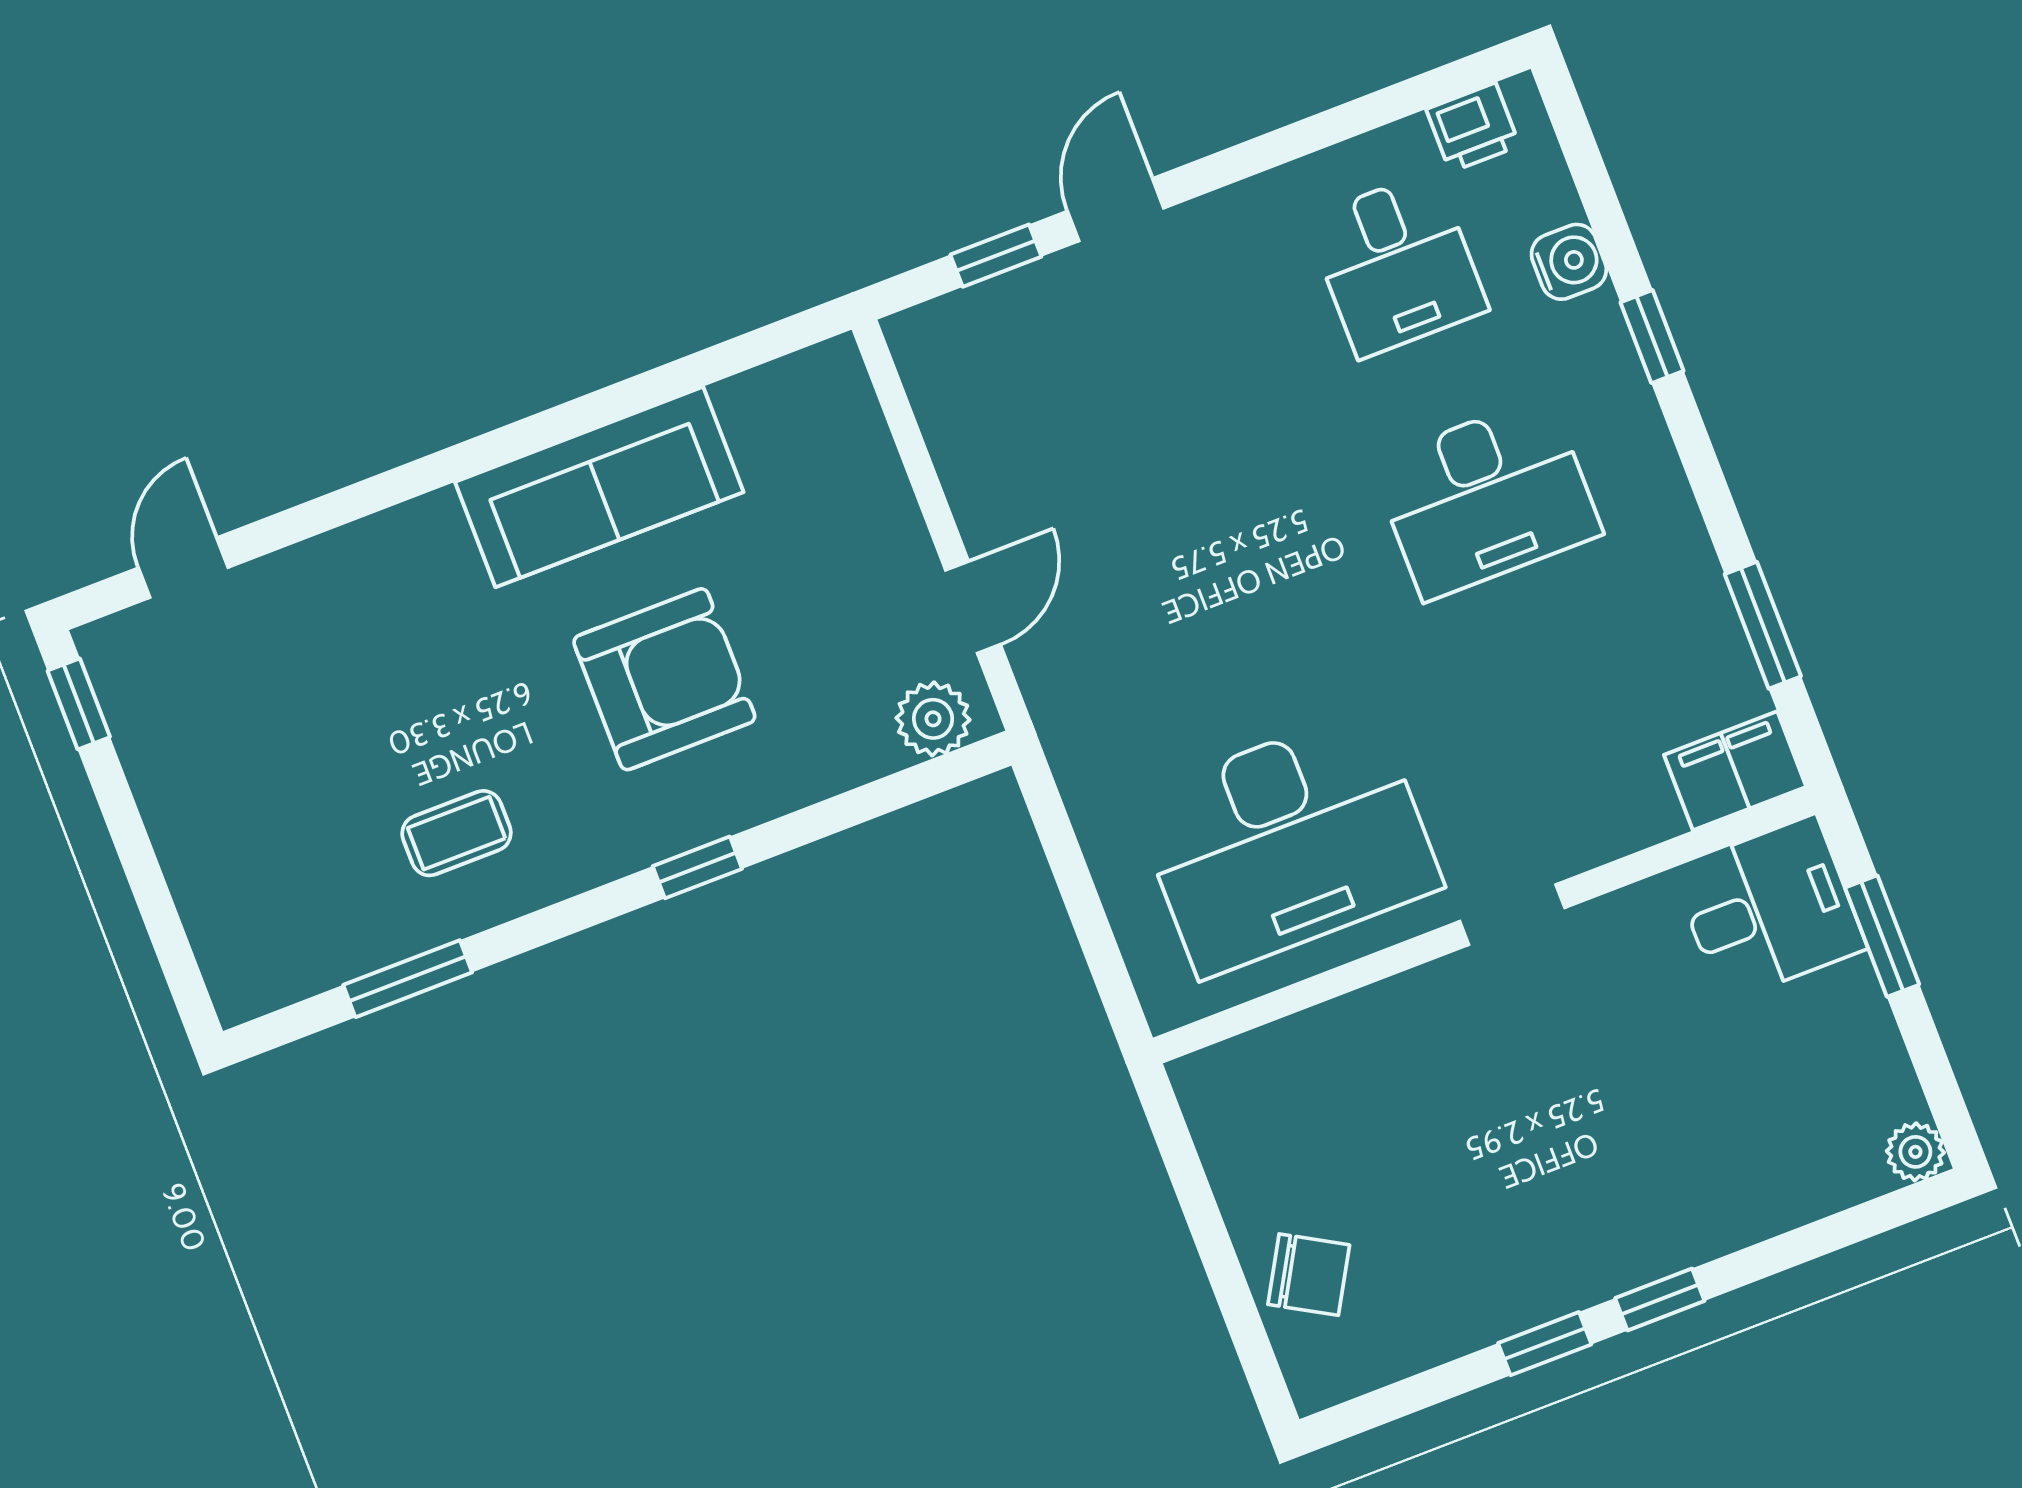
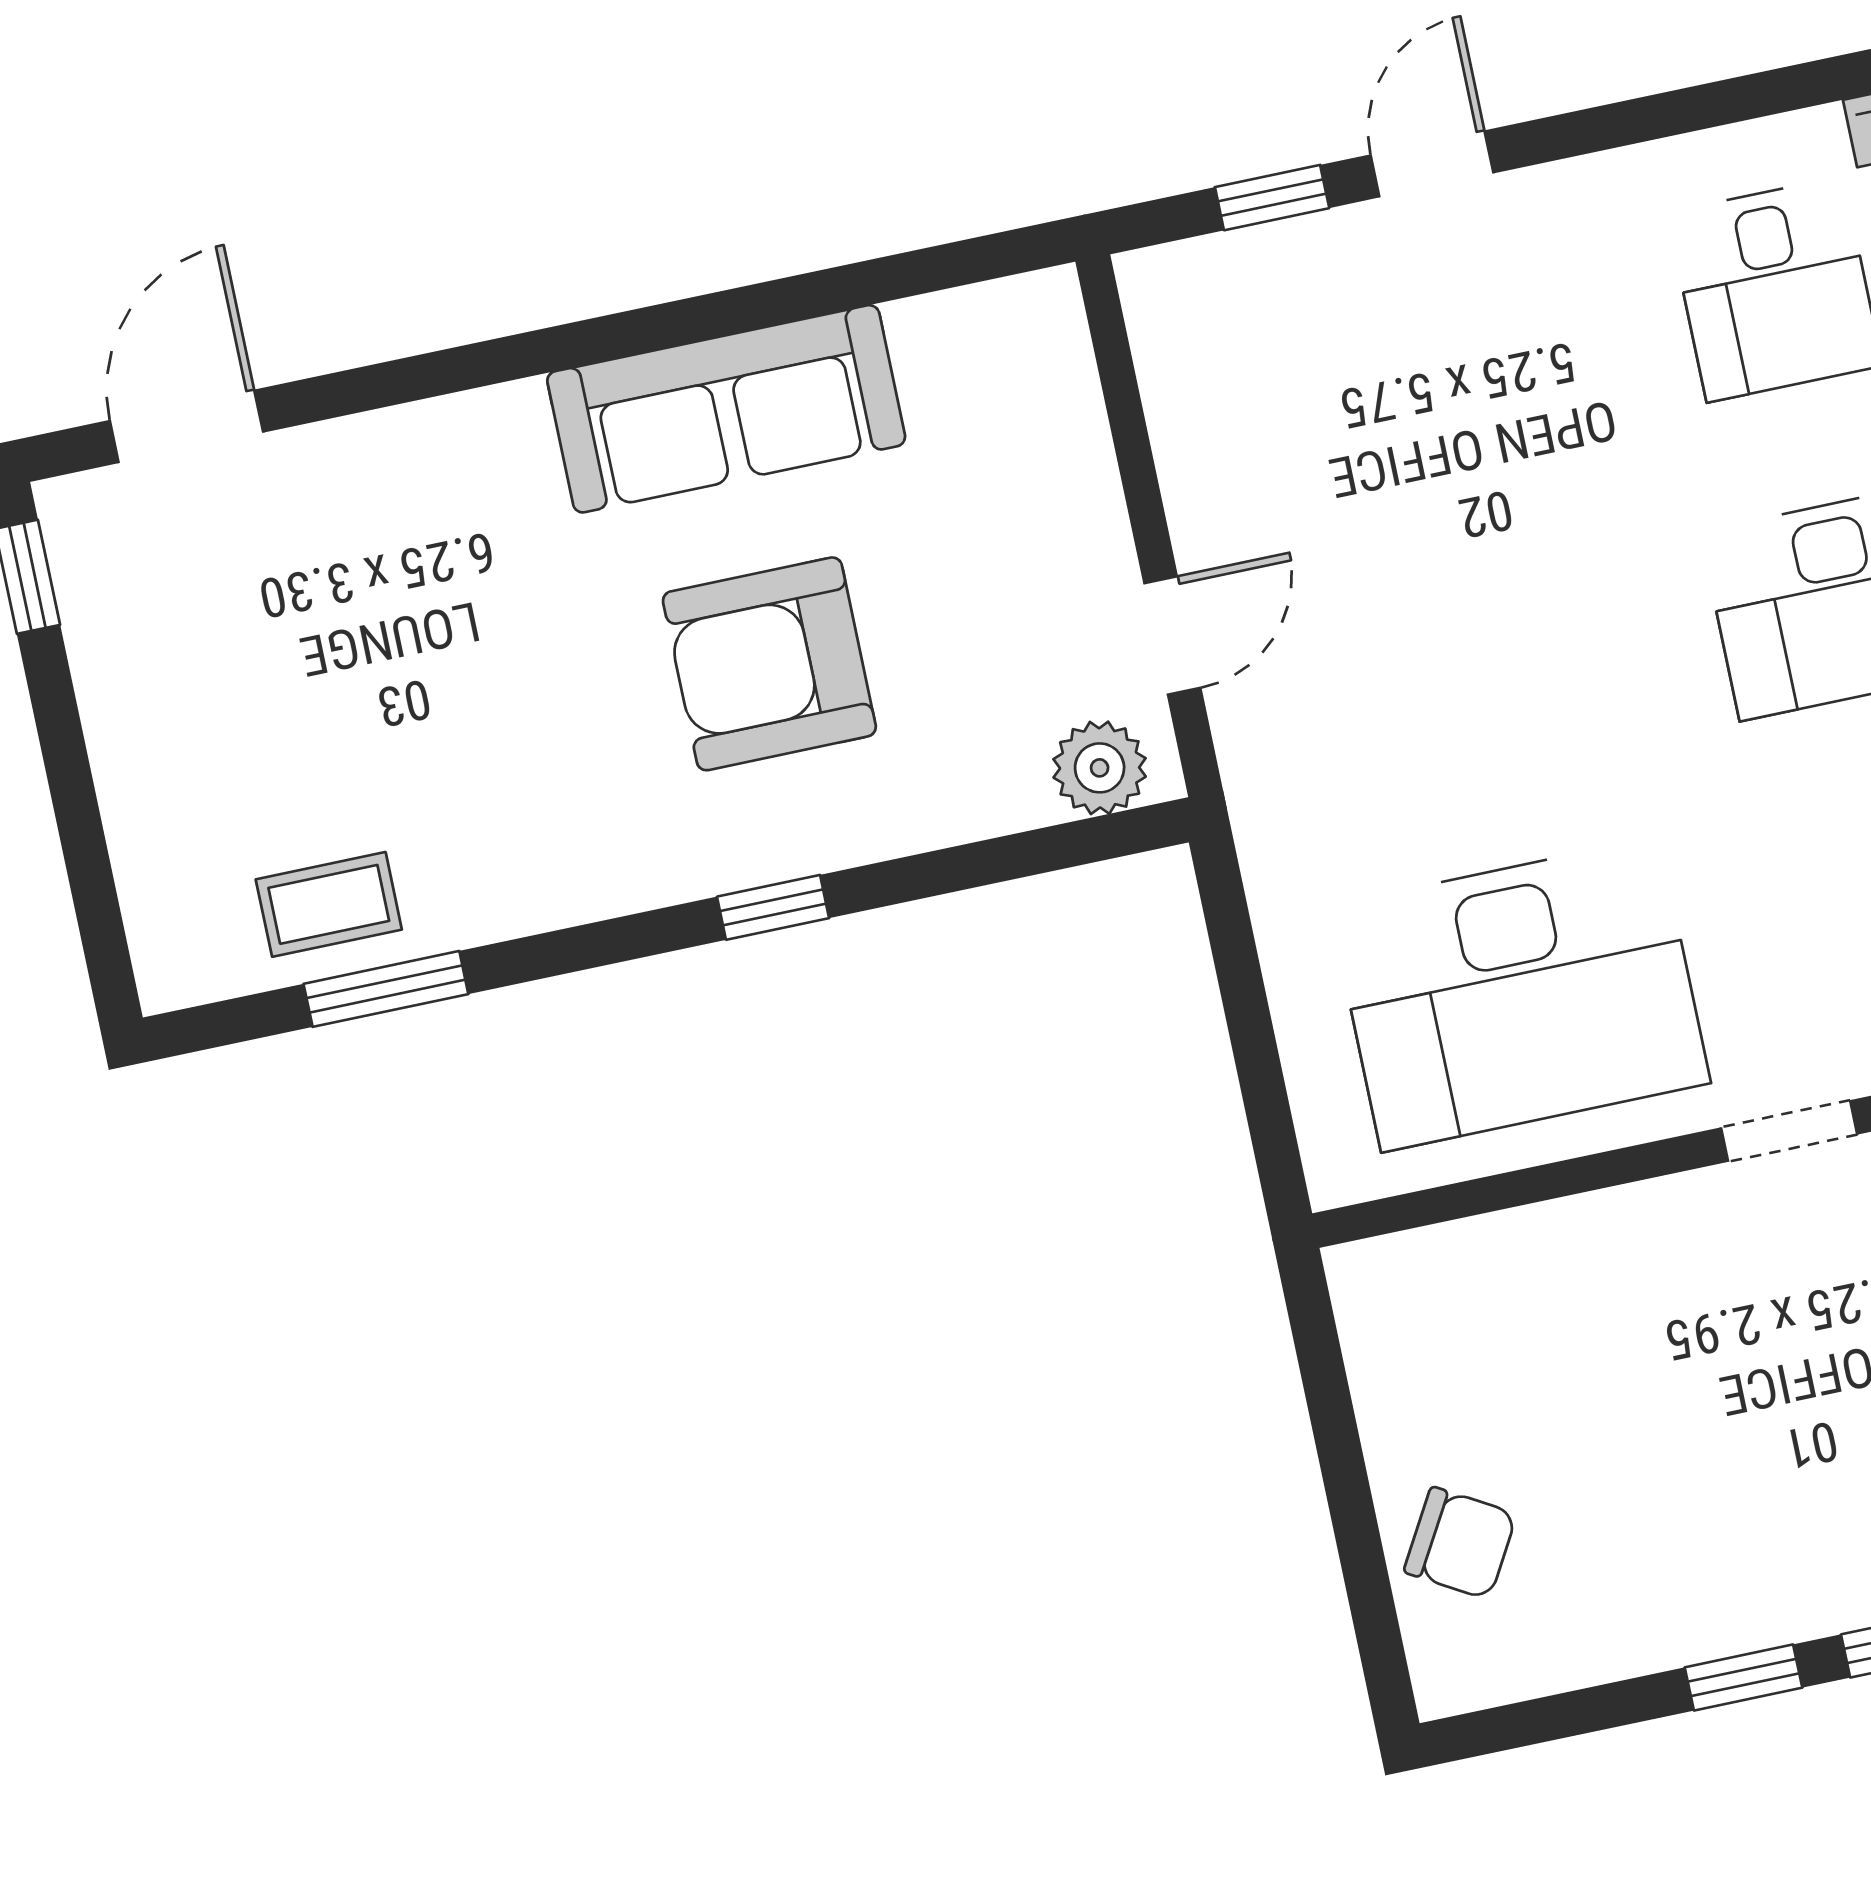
door: (183, 568) -> (186, 426), width x1.38
armchair: (664, 679) -> (769, 664), turned 180
coffee table: (456, 833) -> (329, 904), moved

